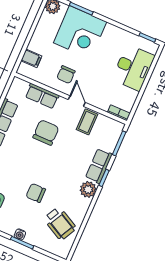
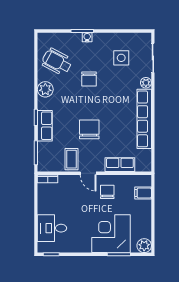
desk: (133, 68) -> (52, 228), width x0.73
chair: (46, 132) -> (89, 129), moved, turned 180
plant: (88, 189) -> (45, 89), moved
chair: (36, 193) -> (89, 79), turned 90

